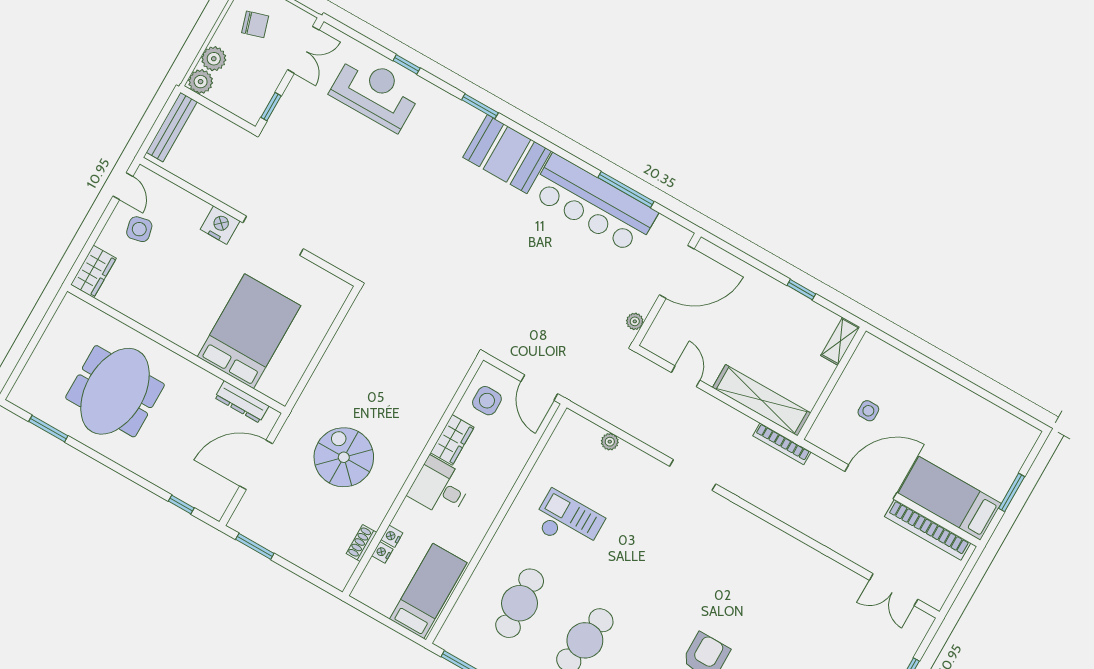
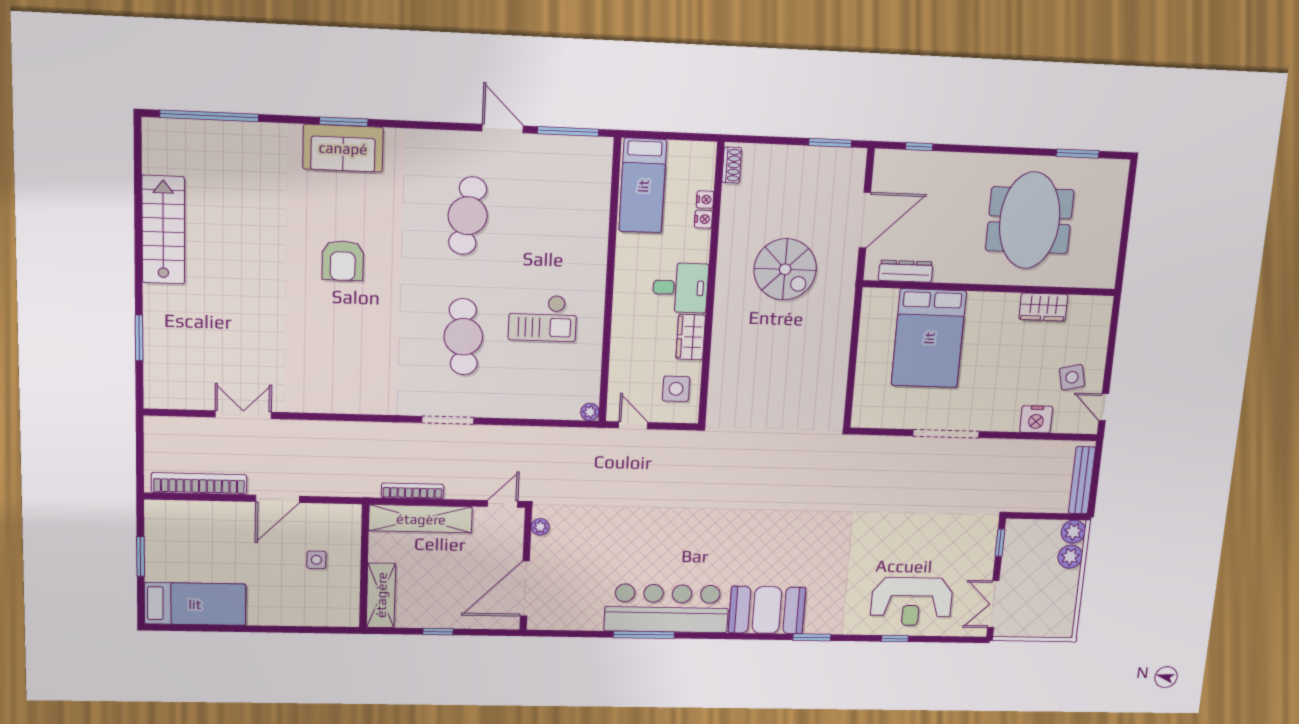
chair: (255, 24) -> (1046, 603), removed
nightstand: (220, 225) -> (1036, 419), moved
wardrobe: (93, 271) -> (1043, 307), moved, turned -90
door: (677, 272) -> (525, 589), moved
wall: (667, 289) -> (526, 569), moved
plant: (635, 321) -> (540, 527), moved
shelving: (840, 341) -> (381, 595), width x1.50, depth x1.33
door: (686, 376) -> (503, 504), swing flipped
door: (539, 388) -> (633, 425), width x0.73
plant: (610, 442) -> (590, 412), moved
bookcase: (782, 444) -> (412, 491), moved
door: (871, 482) -> (278, 499), width x0.73
bed: (950, 498) -> (195, 604), moved
shoe rack: (361, 543) -> (732, 165), moved
double door: (894, 590) -> (243, 415), moved
cafe table: (520, 603) -> (463, 337), moved

